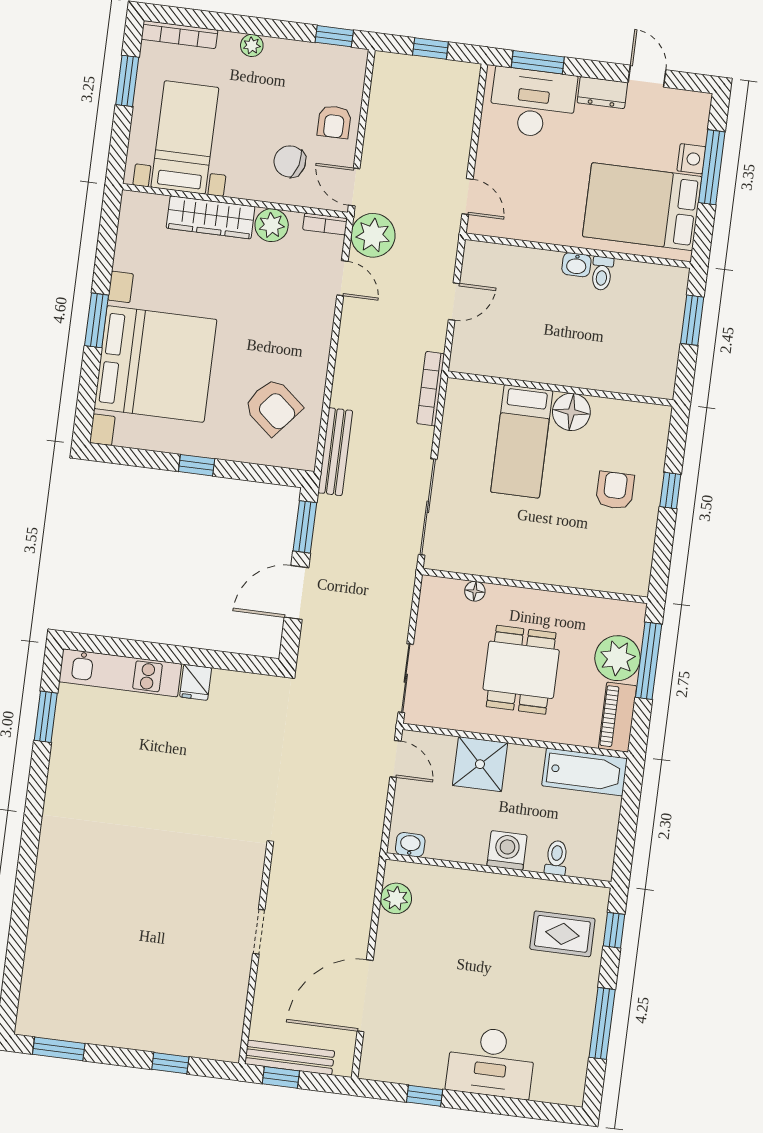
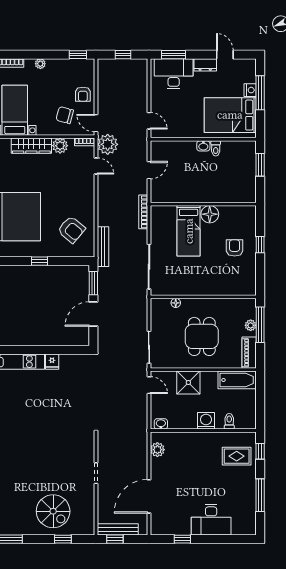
plant: (618, 658) -> (251, 325), width x0.53, depth x0.53
spiral stairs: (157, 1001) -> (53, 511), added

